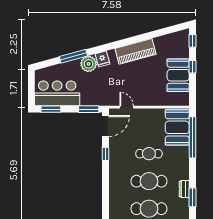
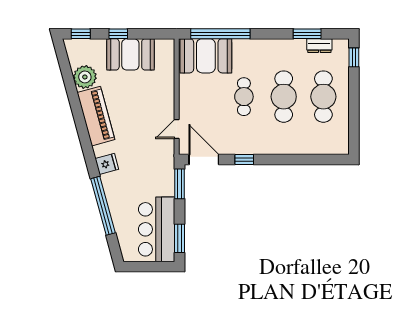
window: (73, 56) -> (103, 206), width x1.46
plant: (89, 64) -> (85, 77), moved
dresser: (184, 189) -> (319, 46), moved

